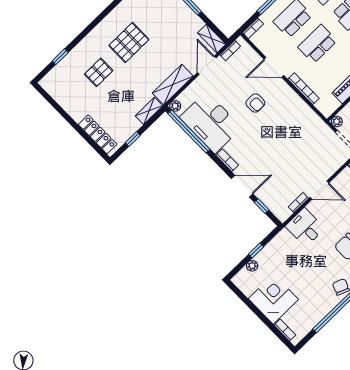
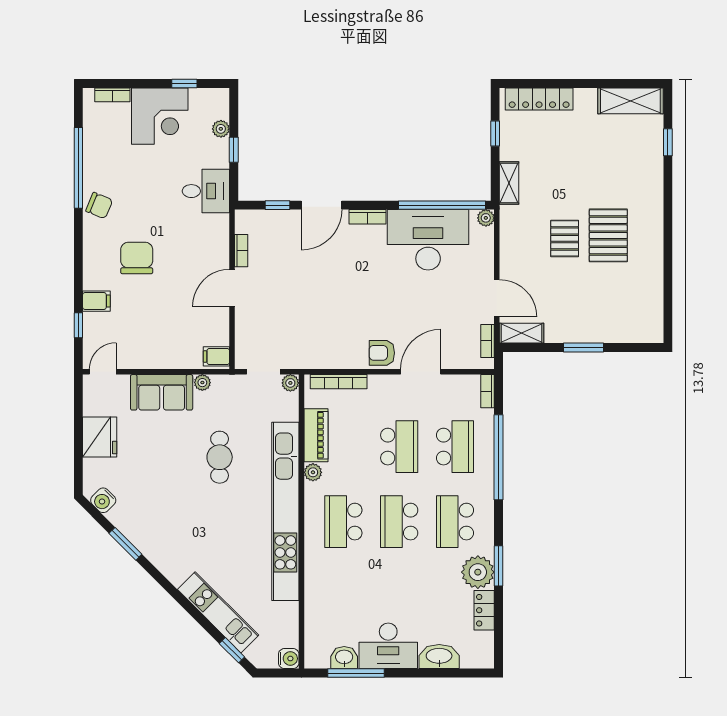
pallet: (99, 72) -> (565, 238), moved
shelving: (173, 85) -> (630, 101), moved, turned 90
bookcase: (303, 89) -> (339, 382), moved
armchair: (255, 103) -> (382, 353), moved
desk: (305, 227) -> (206, 191), moved
window: (248, 302) -> (184, 84), added

